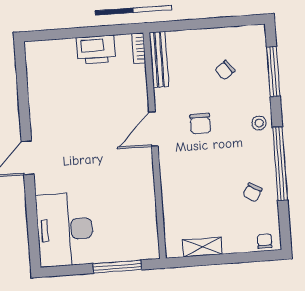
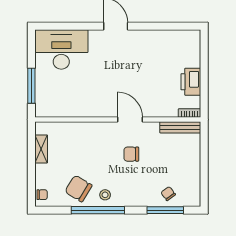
chair: (225, 70) -> (168, 194), moved
stool: (259, 123) -> (105, 195), moved
chair: (252, 192) -> (78, 188), width x1.87, depth x1.87

